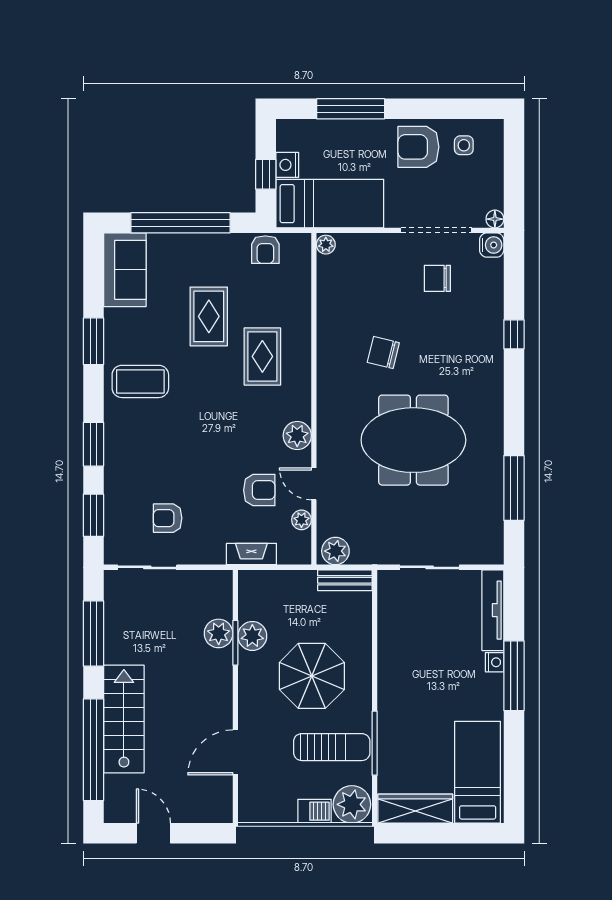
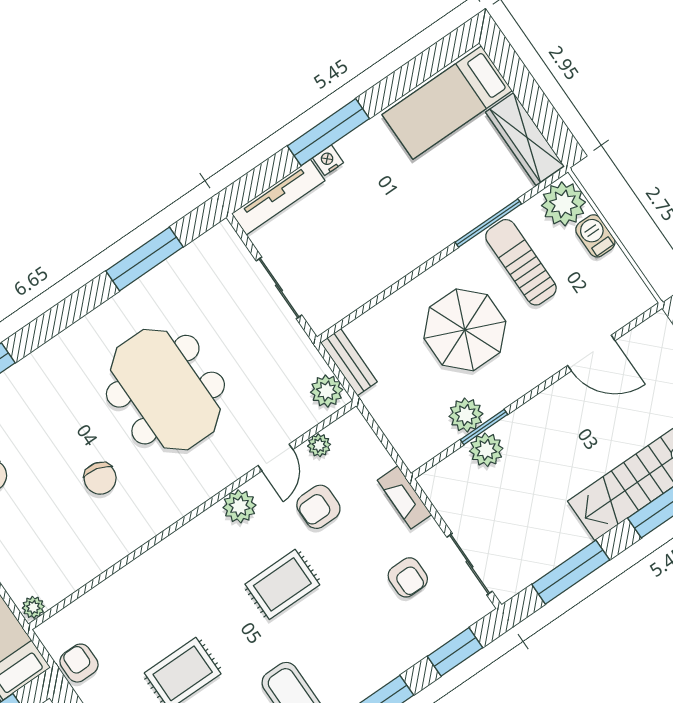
armchair: (265, 250) -> (79, 663), turned -90
rug: (262, 356) -> (282, 584), moved
armchair: (259, 490) -> (318, 507), turned -90
fireplace: (251, 554) -> (404, 497), moved

